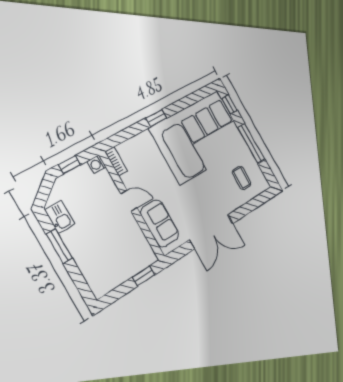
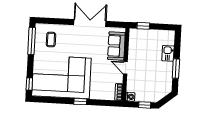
window: (251, 144) -> (32, 41), moved
kitchen sink: (60, 217) -> (168, 53), moved

